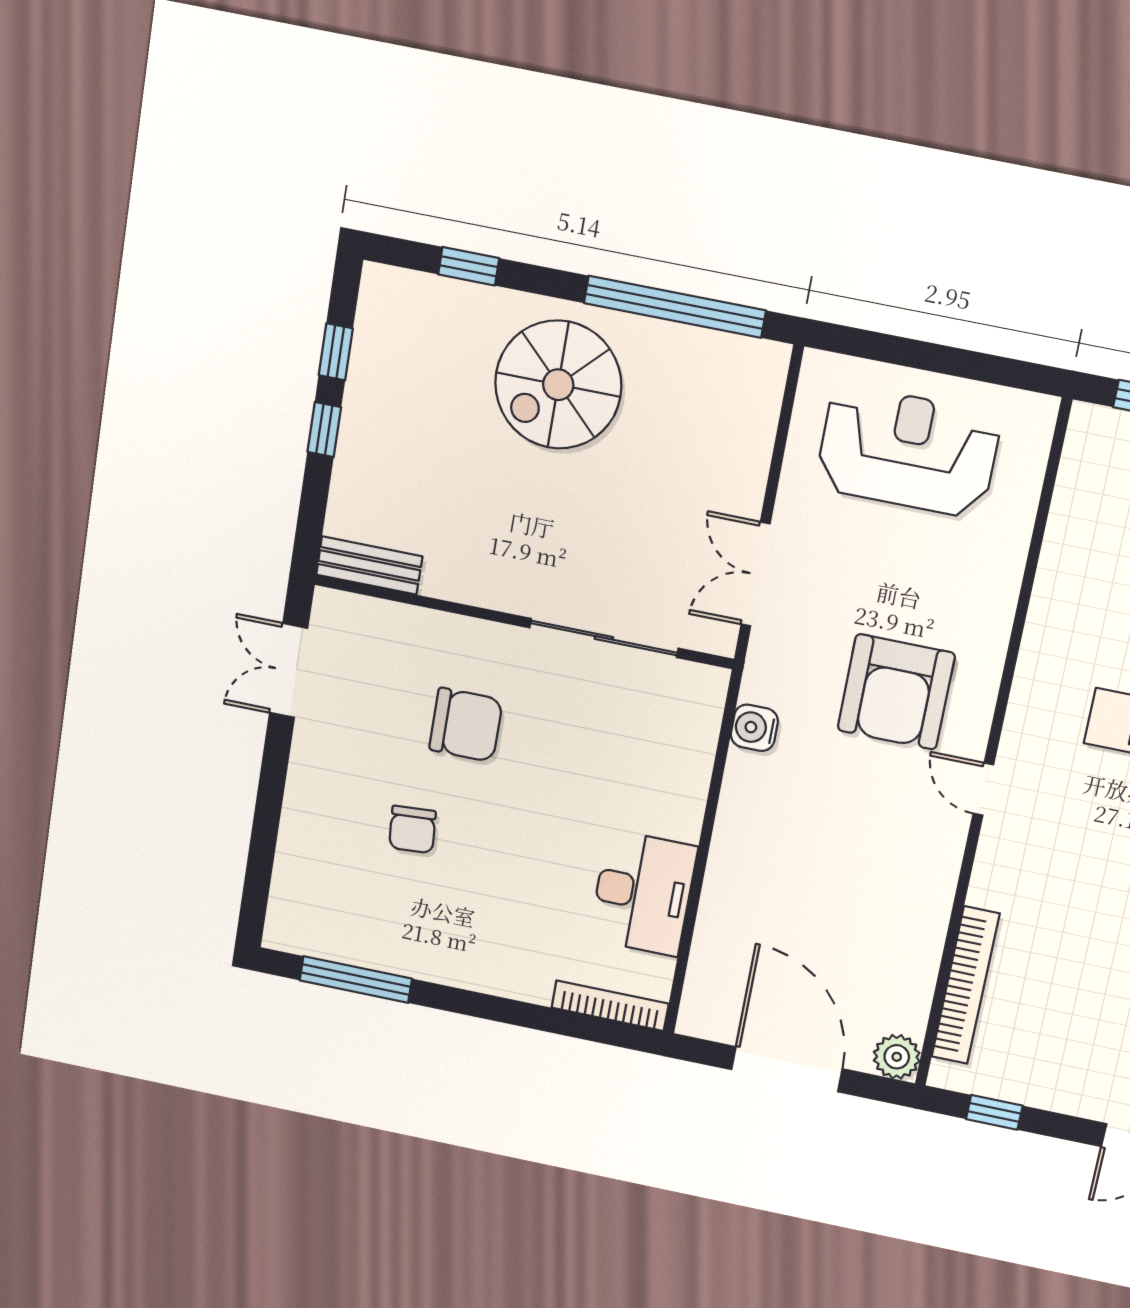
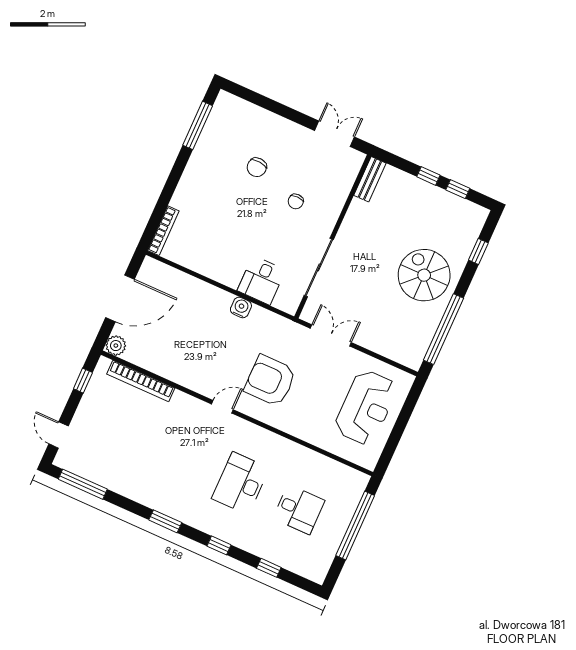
chair: (466, 725) -> (296, 201), width x0.54, depth x0.54
water cooler: (754, 728) -> (241, 307), moved
chair: (412, 830) -> (257, 167), turned -81
desk: (643, 893) -> (261, 280), moved, width x0.73

